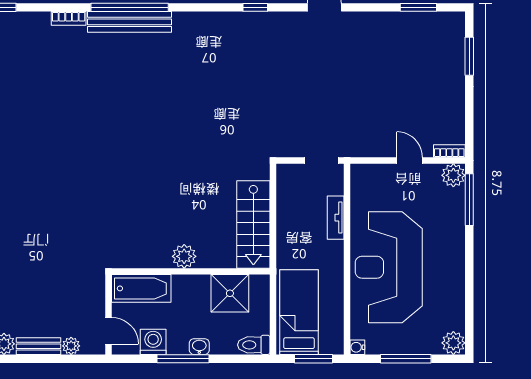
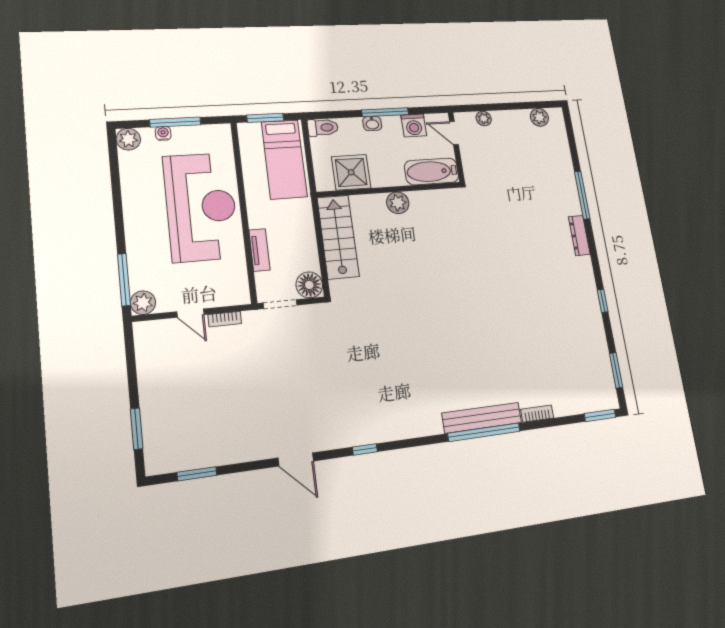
bookcase: (449, 151) -> (225, 319), moved
floor lamp: (290, 177) -> (309, 285), added
bench: (39, 346) -> (511, 117), removed
water cooler: (357, 347) -> (163, 133), moved, turned -90

